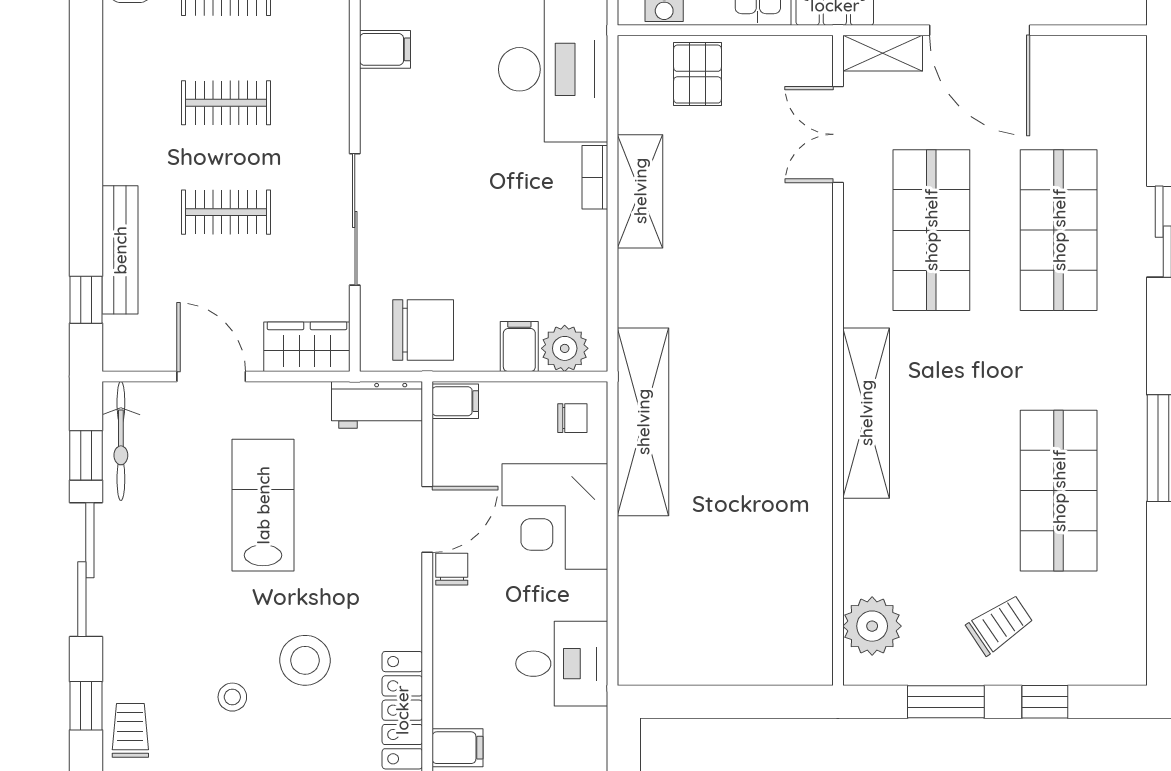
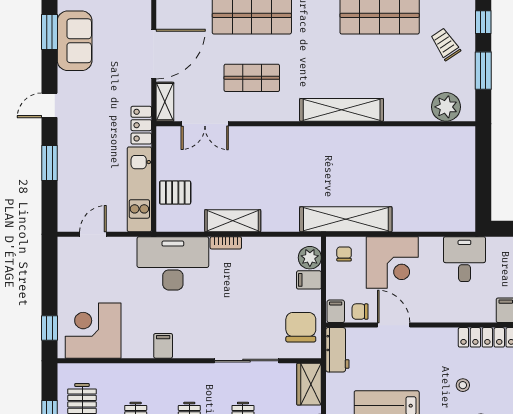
shop shelf: (931, 230) -> (252, 78), width x0.70, depth x0.74
chair: (452, 569) -> (360, 312), moved
stool: (305, 660) -> (463, 385), width x0.53, depth x0.53

